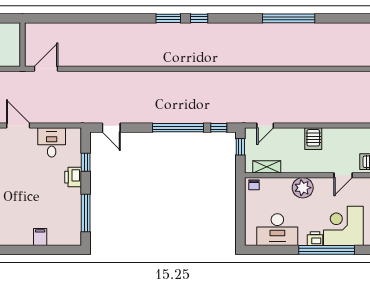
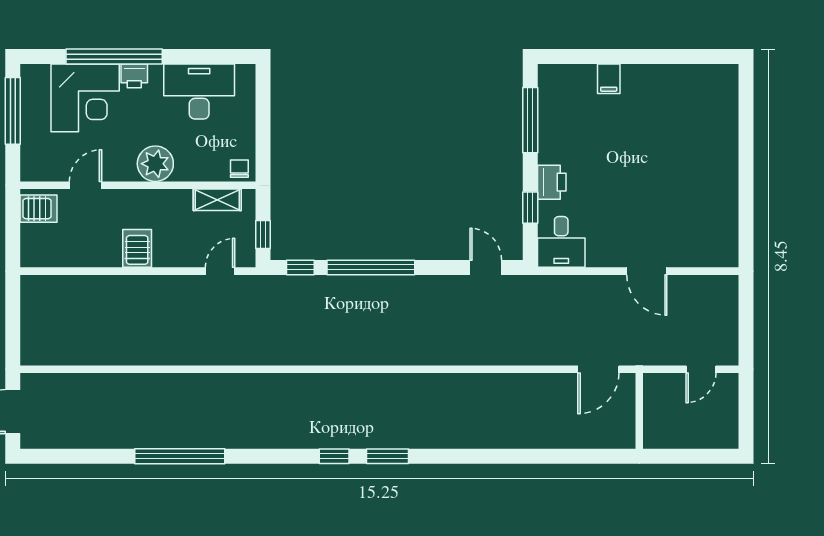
desk: (52, 142) -> (561, 242), moved

